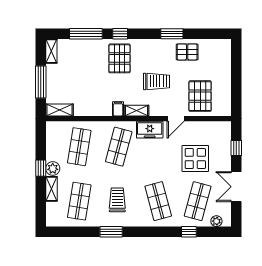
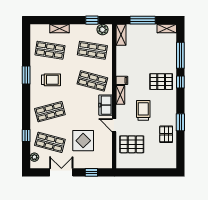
trolley: (156, 81) -> (143, 110), turned 180
window: (41, 168) -> (92, 20), moved
plant: (53, 169) -> (102, 30), moved

